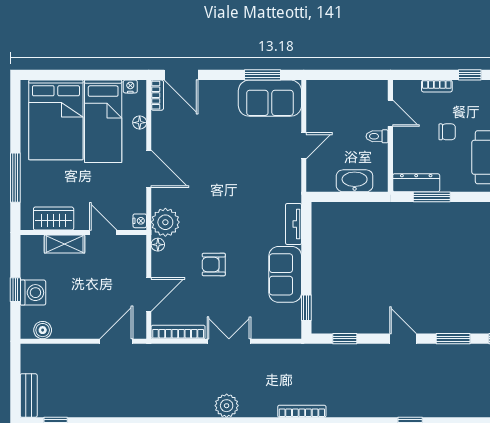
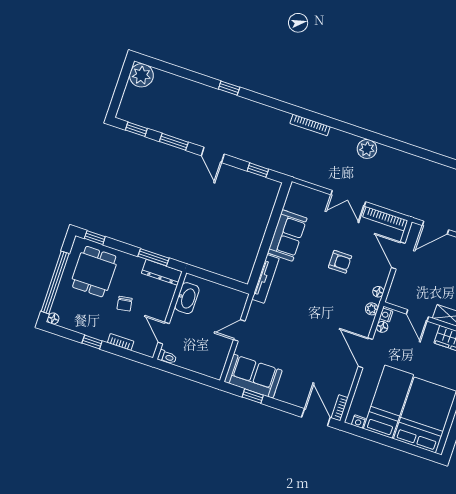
window: (263, 75) -> (253, 396), width x0.67
floor lamp: (140, 123) -> (382, 327), moved
chair: (447, 132) -> (125, 304), turned -99
toilet: (377, 136) -> (167, 357), moved
washbasin: (355, 181) -> (187, 298), moved, turned -90
plant: (165, 222) -> (372, 309), width x0.53, depth x0.53
tv unit: (294, 224) -> (265, 279), width x1.41
door: (149, 294) -> (398, 255), hinge flipped
window: (306, 308) -> (279, 204), removed

